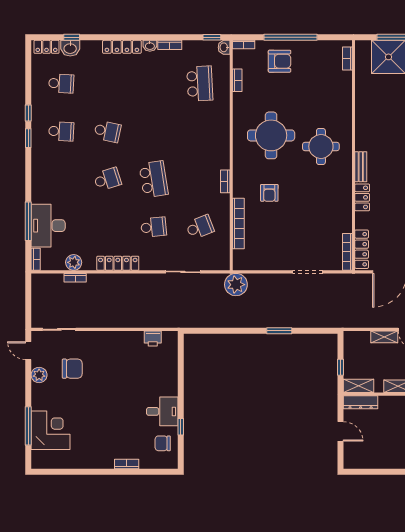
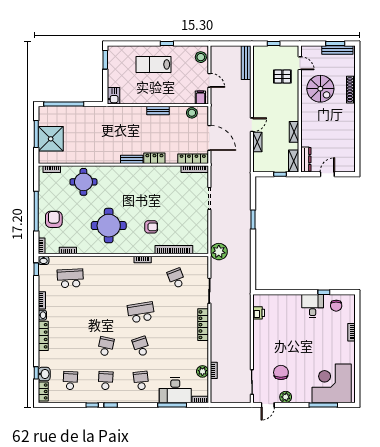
round table: (321, 146) -> (83, 182), moved
school desk: (154, 227) -> (141, 381), moved
locker: (118, 263) -> (203, 325), moved
corner desk: (51, 430) -> (332, 383), width x1.36, depth x1.36

